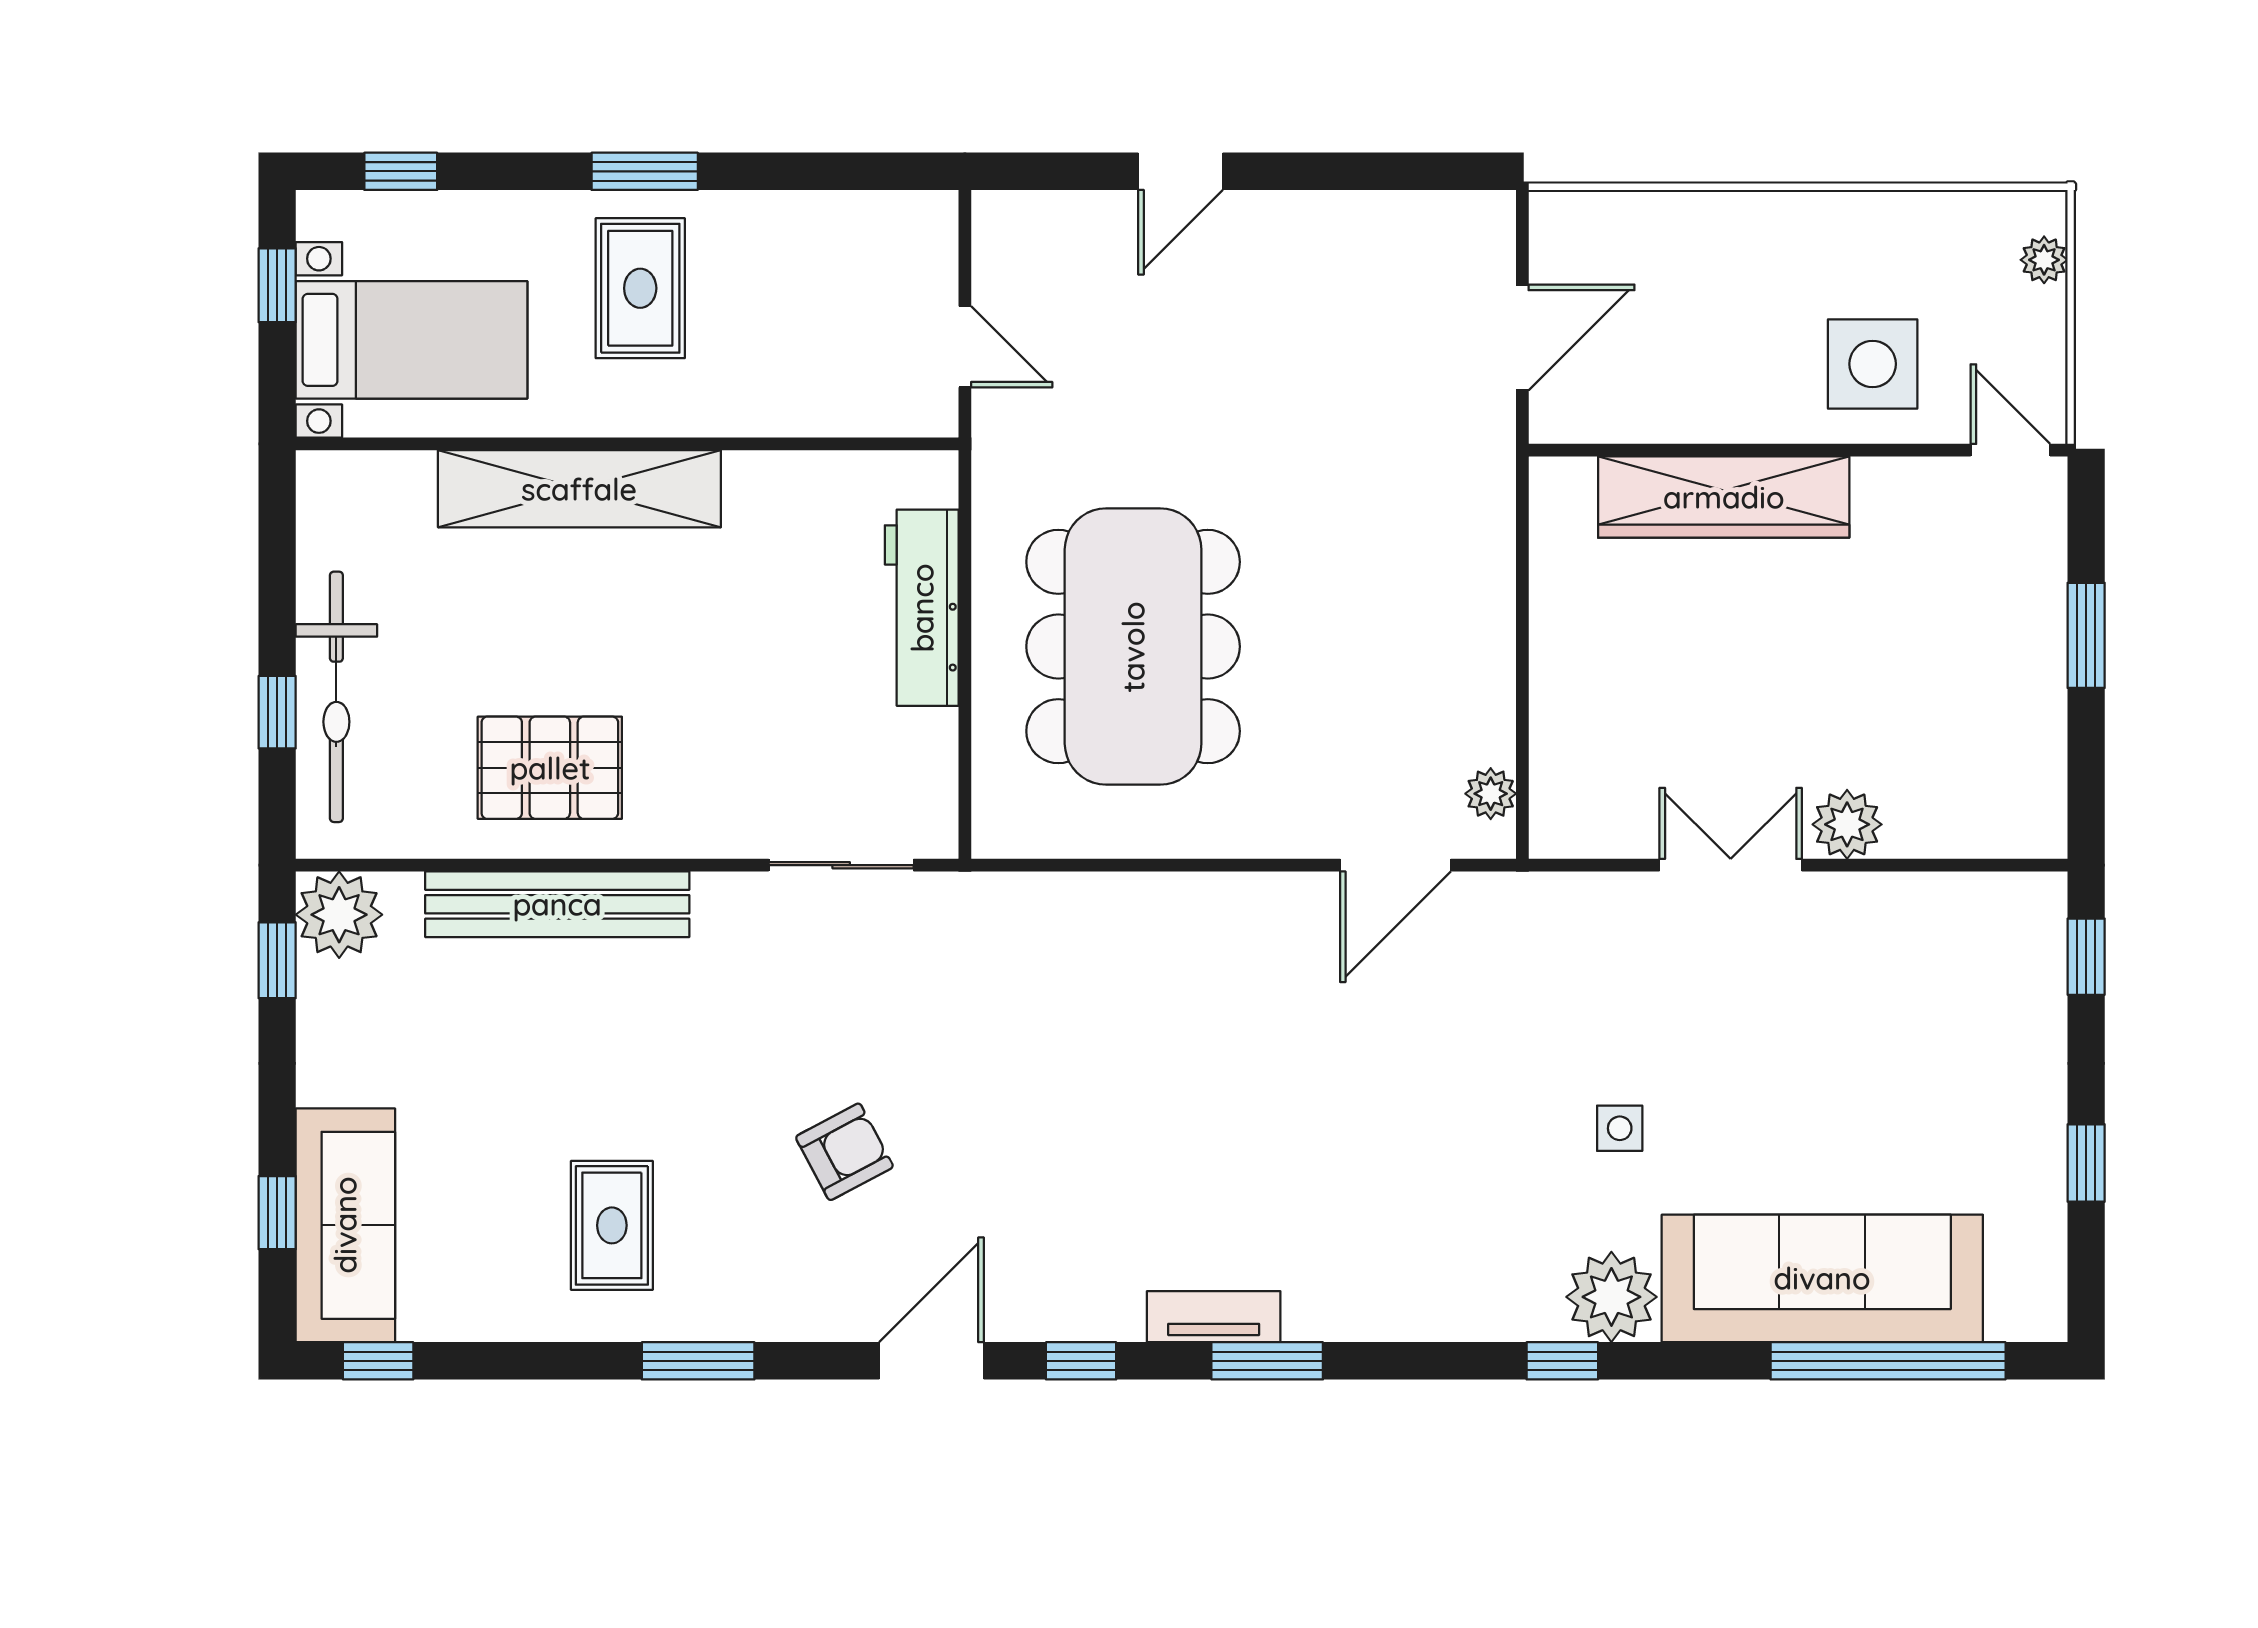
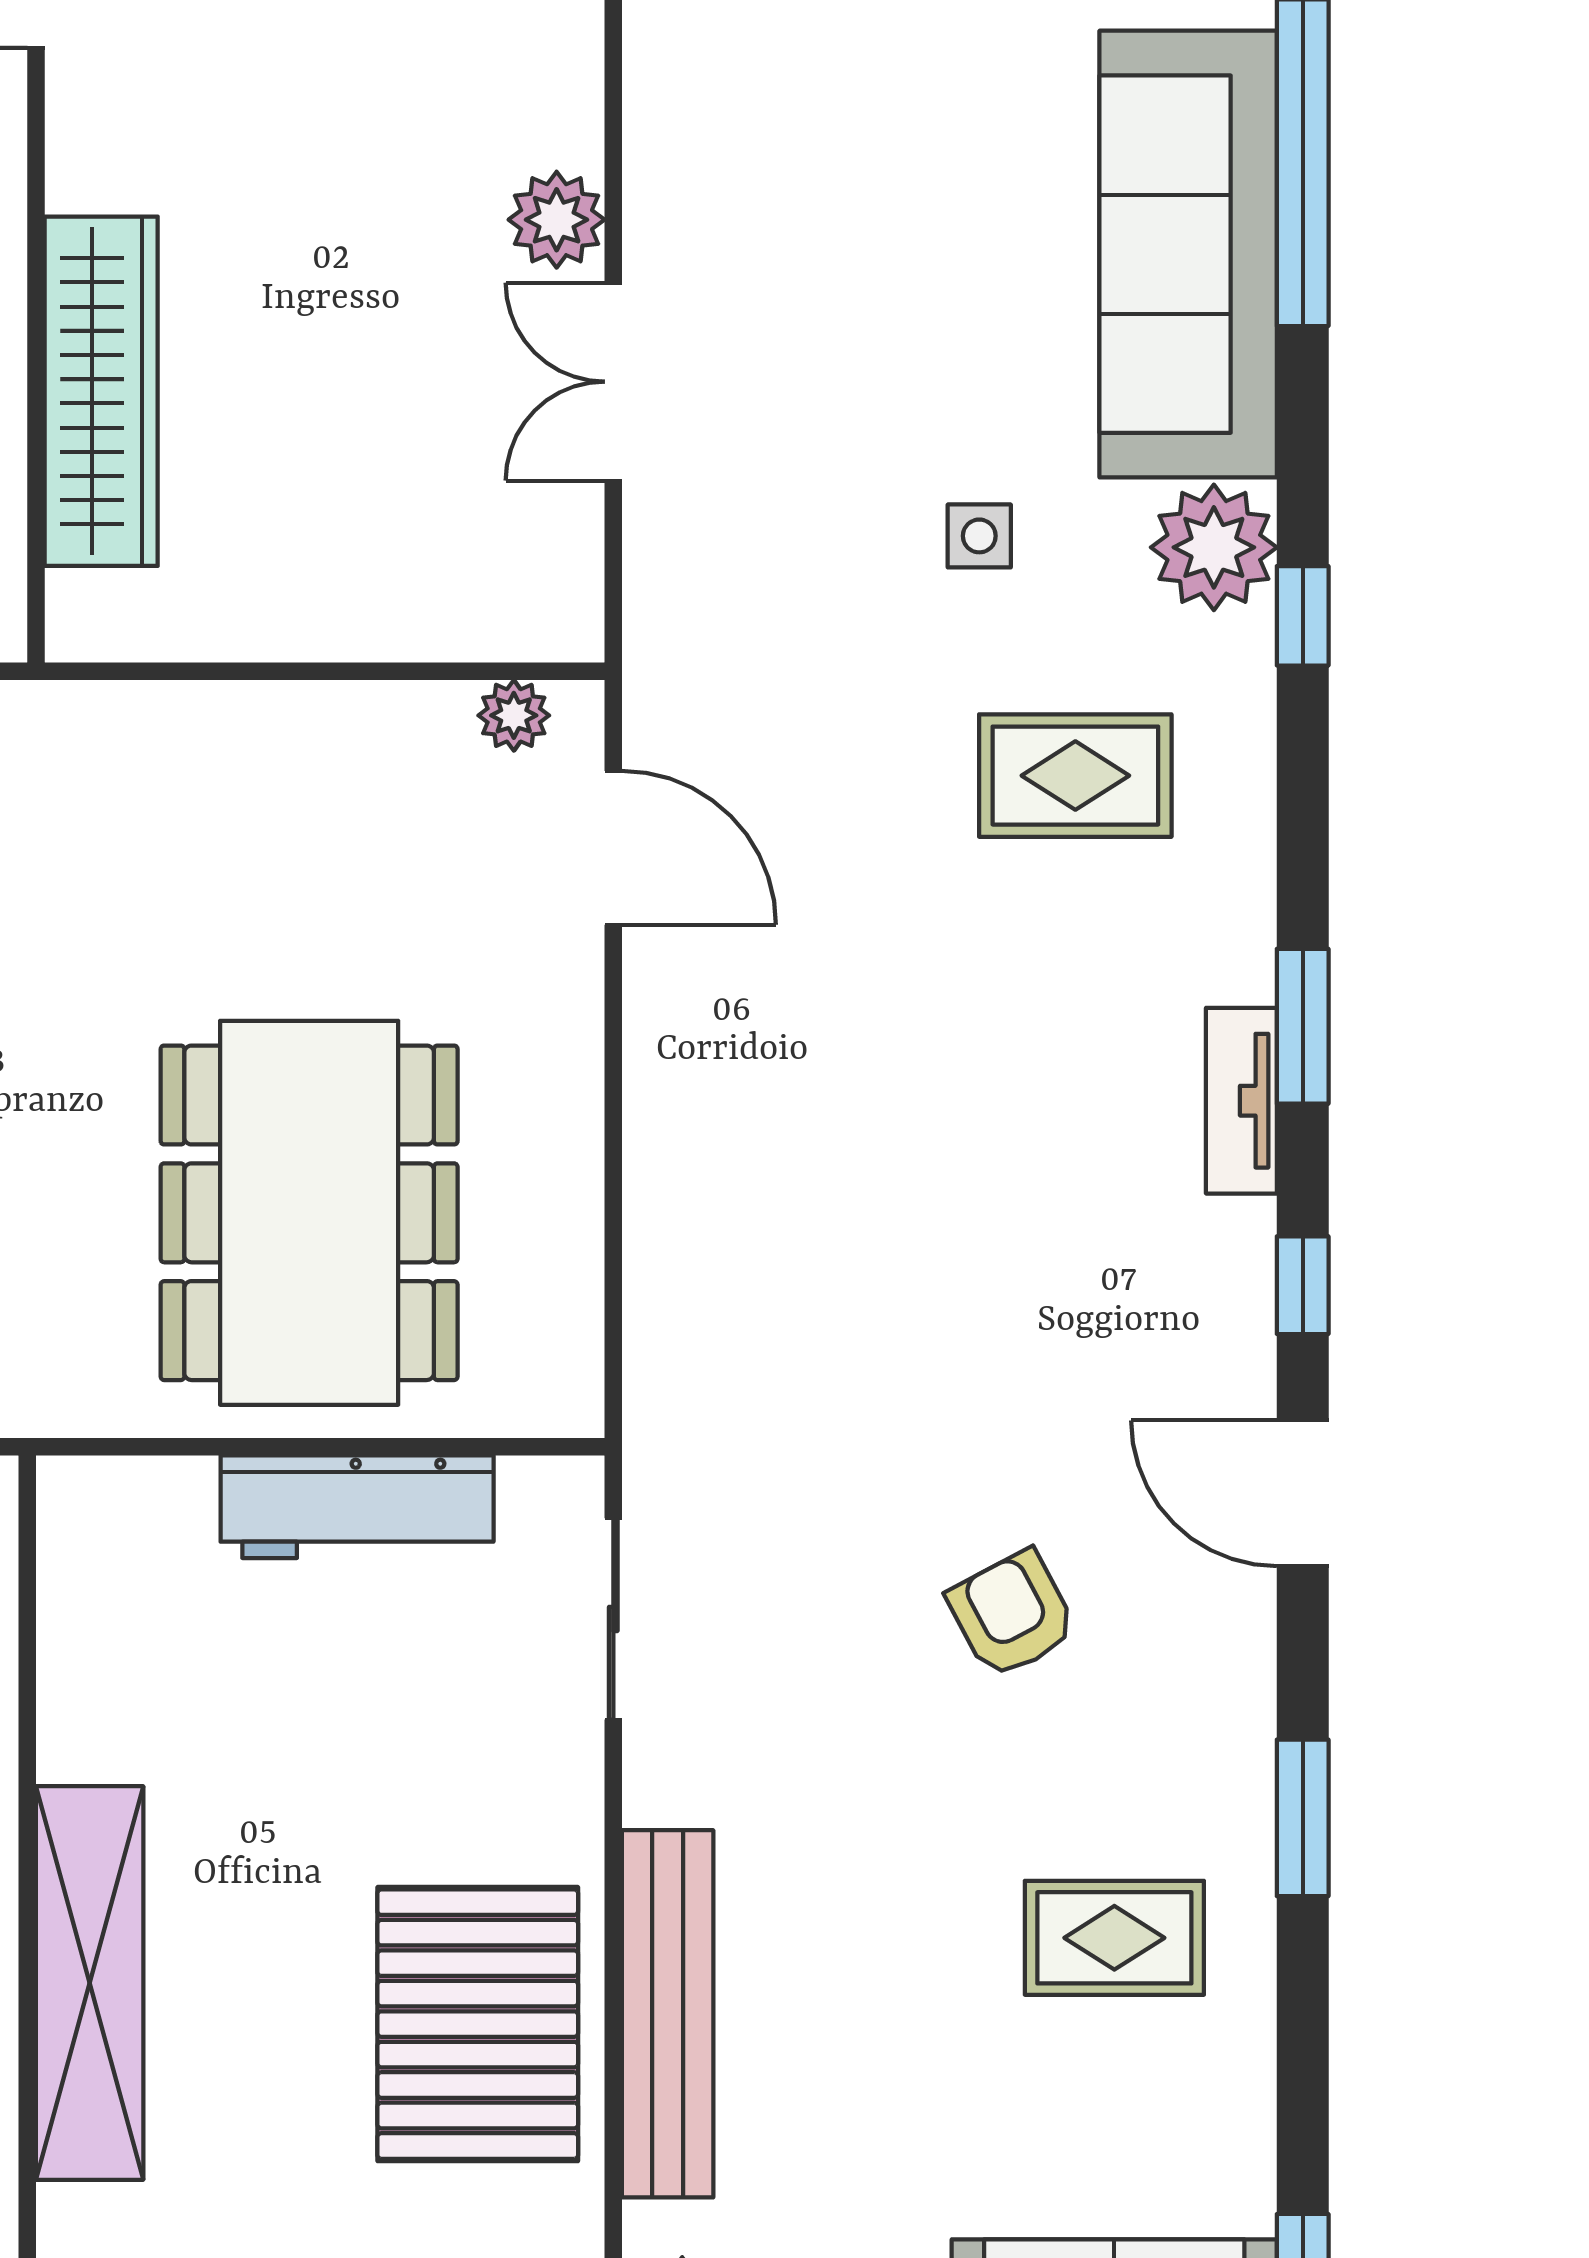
workbench: (922, 608) -> (357, 1507), moved
dining table: (1133, 647) -> (309, 1213), turned 90
pallet: (550, 768) -> (478, 2024), width x1.37, depth x1.41
rug: (1447, 1197) -> (1075, 776), added

